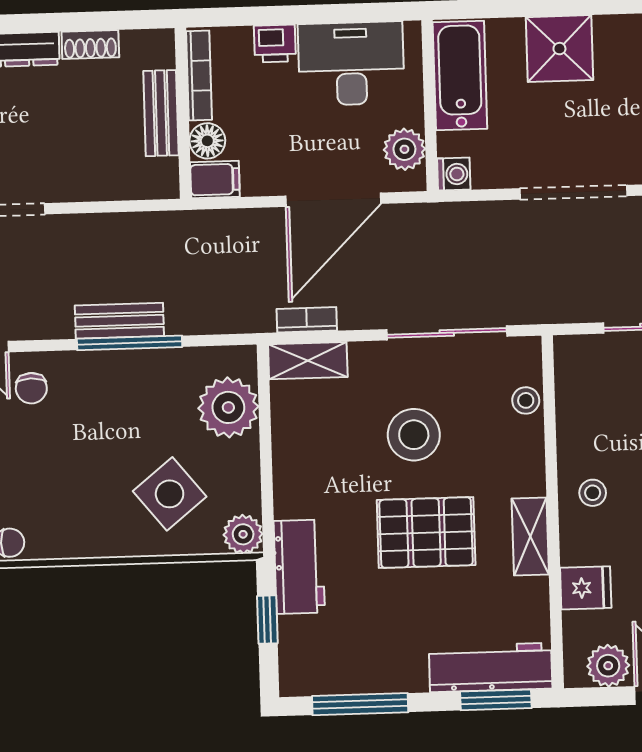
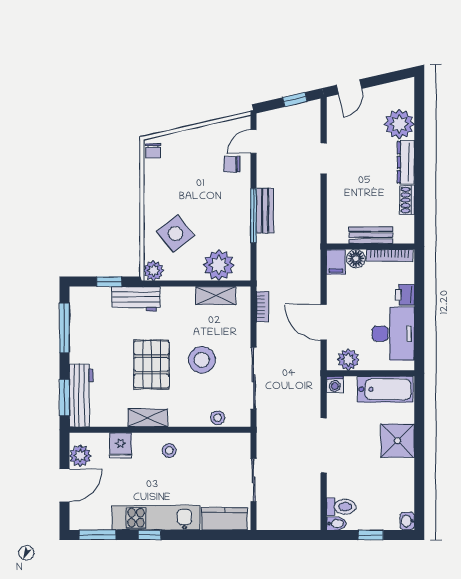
door: (333, 200) -> (324, 322), width x0.73
shelving: (308, 361) -> (216, 296), moved, turned 90

